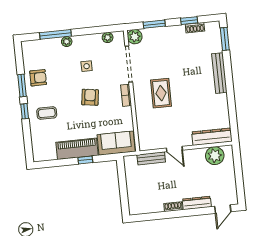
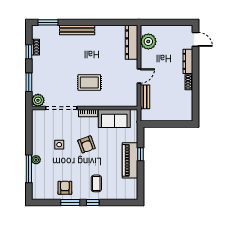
plant: (108, 37) -> (36, 124), removed
armchair: (90, 97) -> (86, 144), turned -118
sofa: (116, 143) -> (114, 118), moved, turned -90

